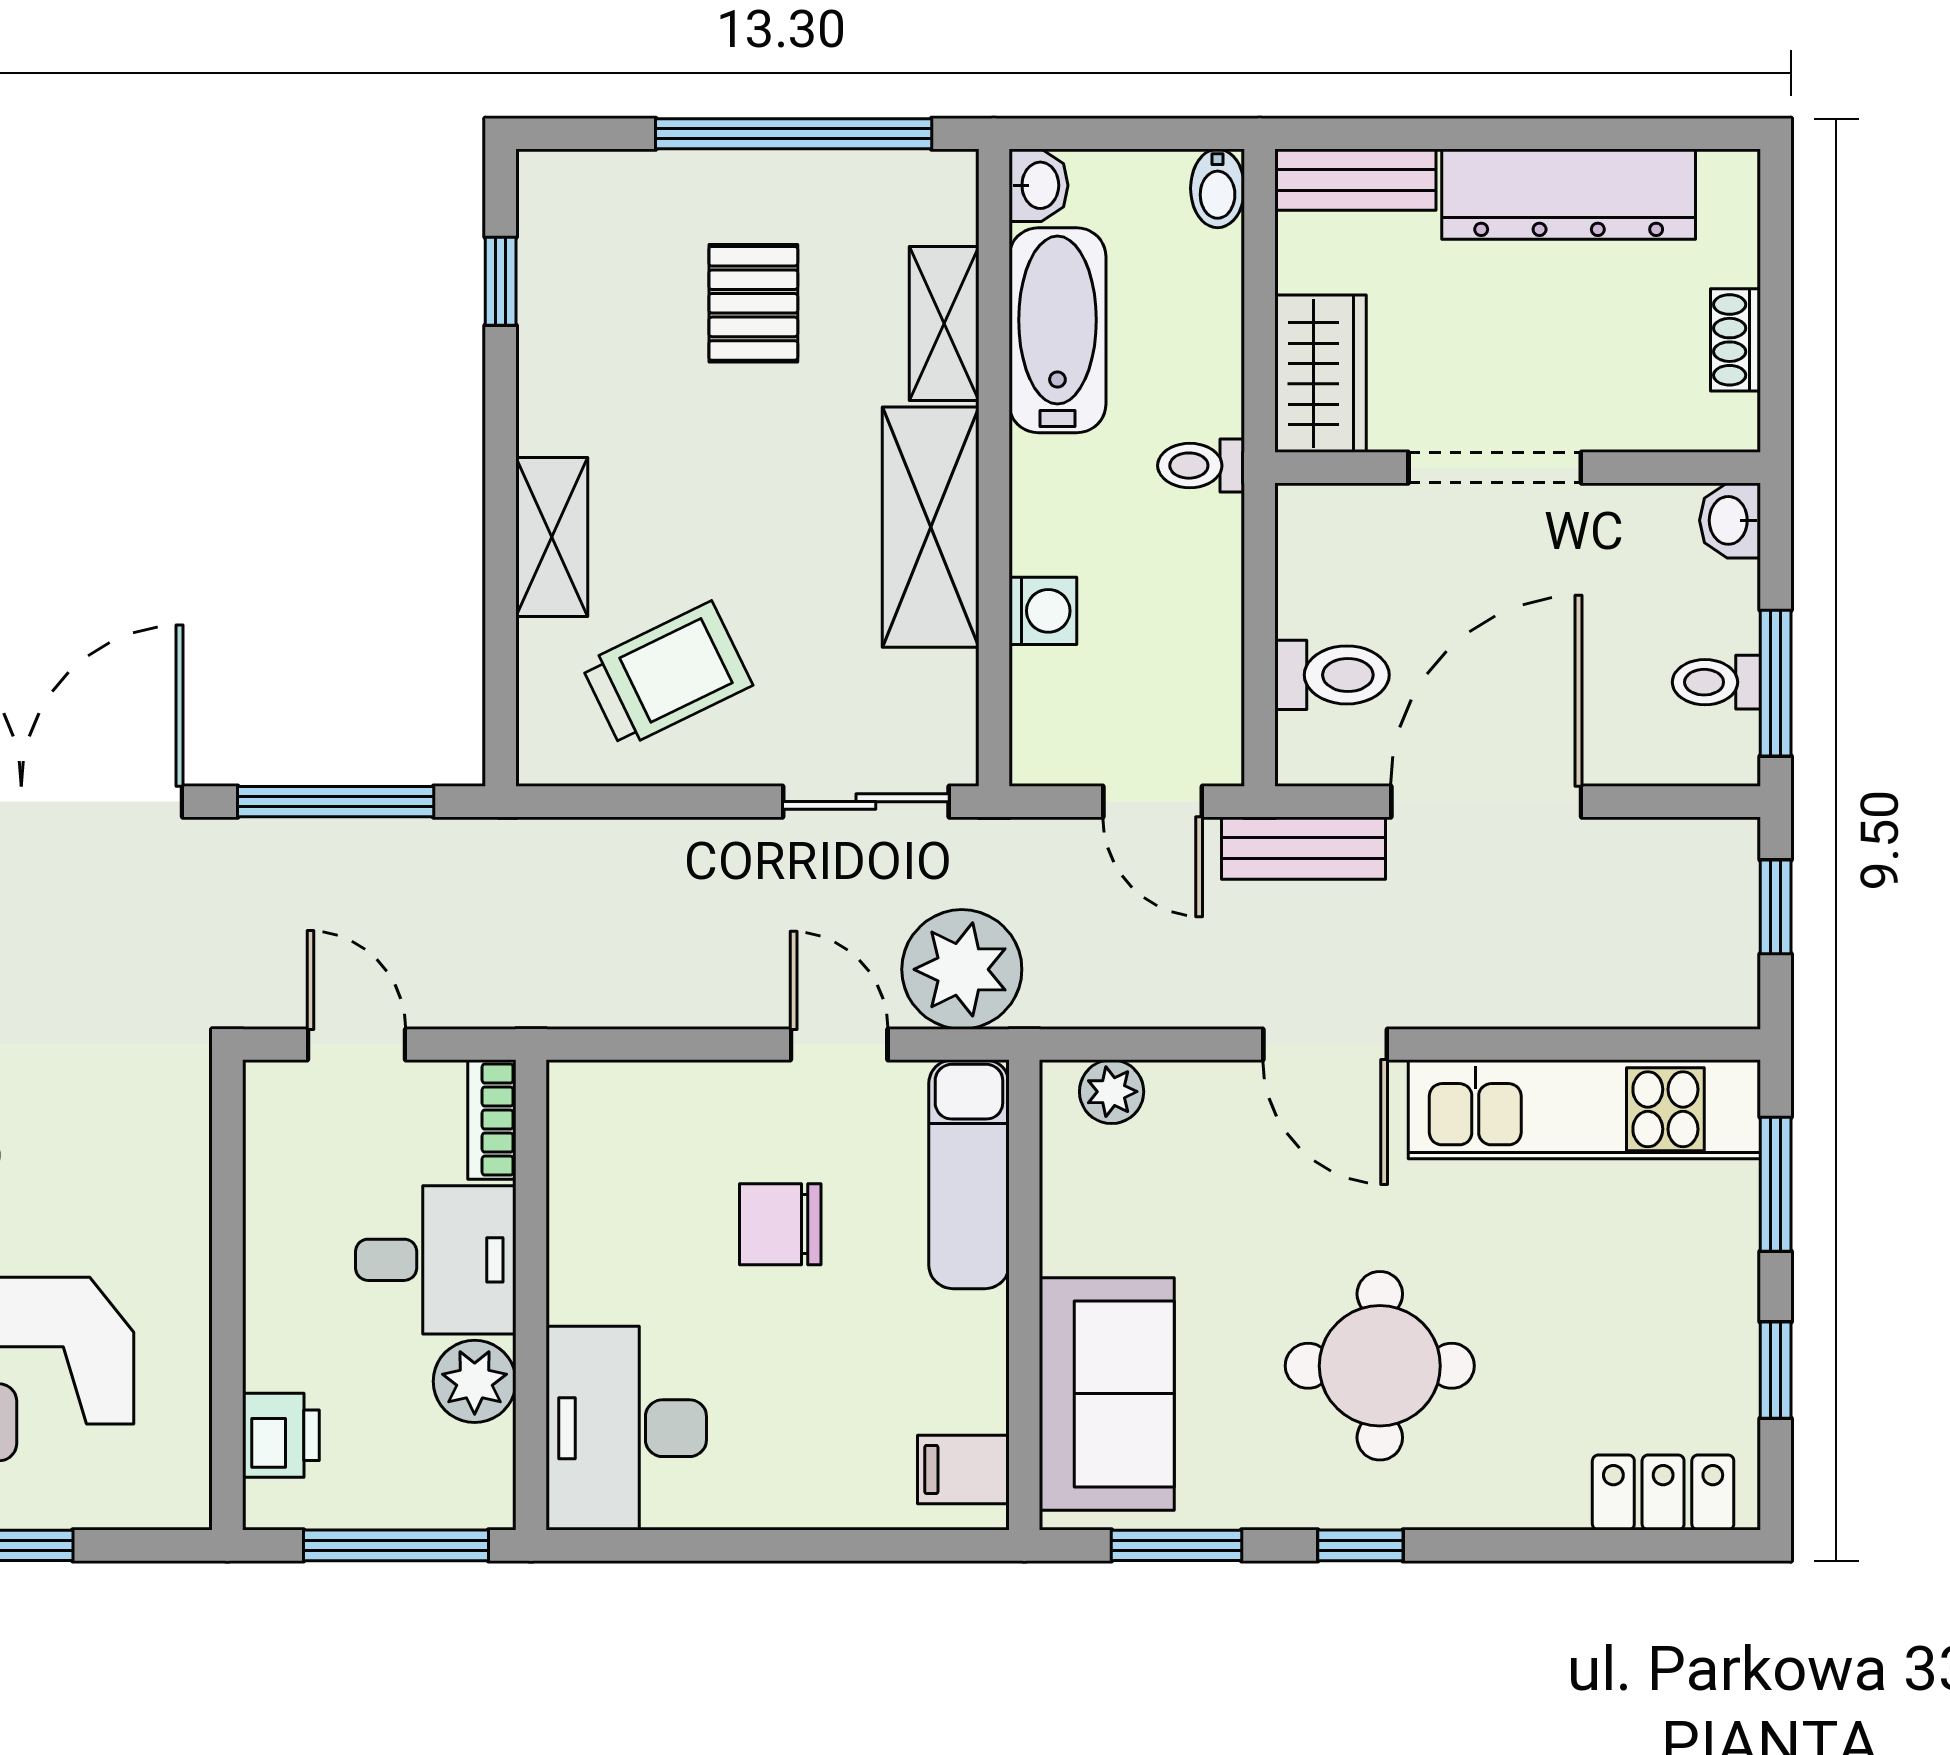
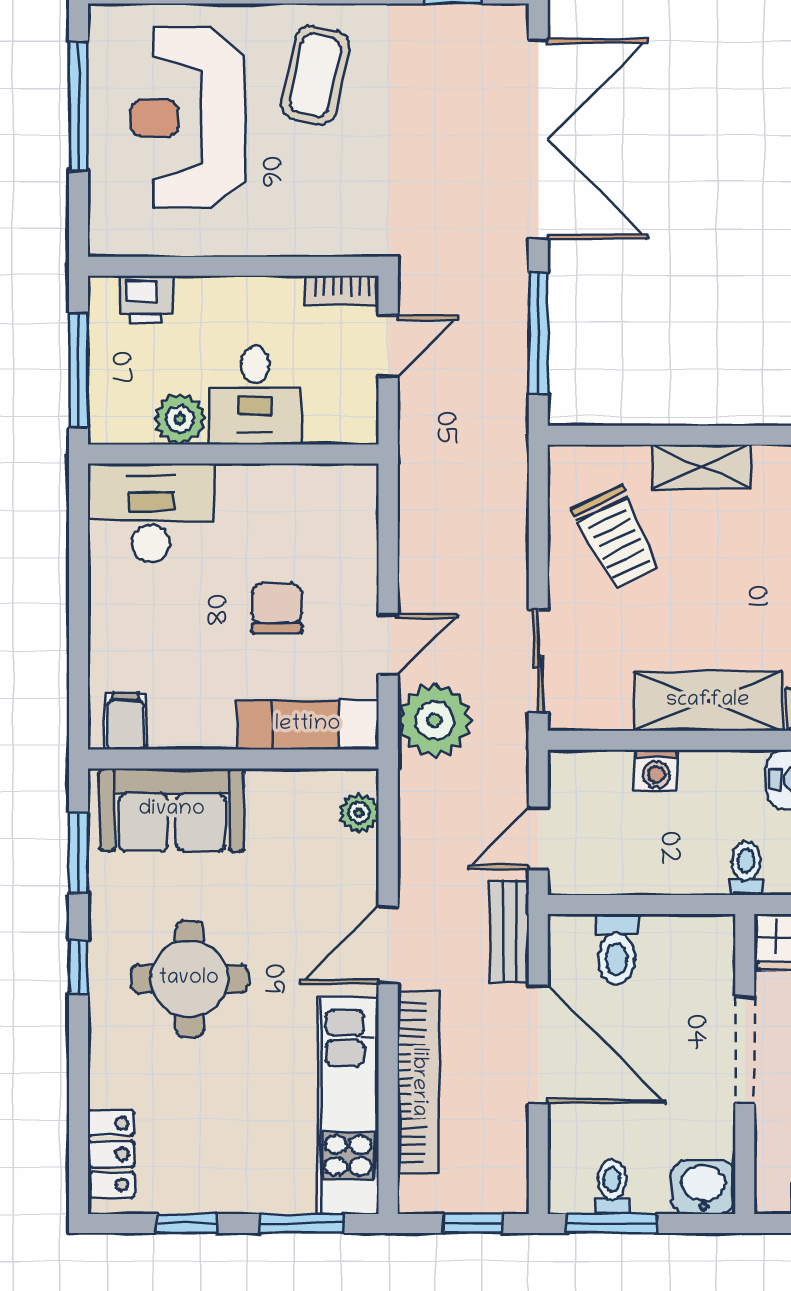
washbasin: (1730, 520) -> (703, 1187), width x1.38, depth x1.45
bookcase: (1547, 996) -> (418, 1082), added
bookcase: (492, 1120) -> (342, 290), moved, turned 180

